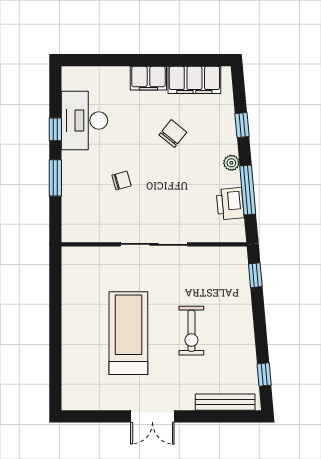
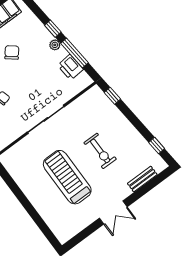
window: (242, 125) -> (53, 29), moved
bench: (225, 402) -> (142, 179), width x0.73

